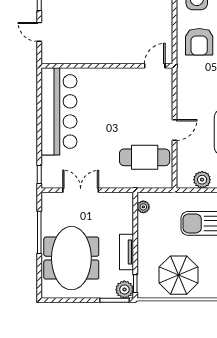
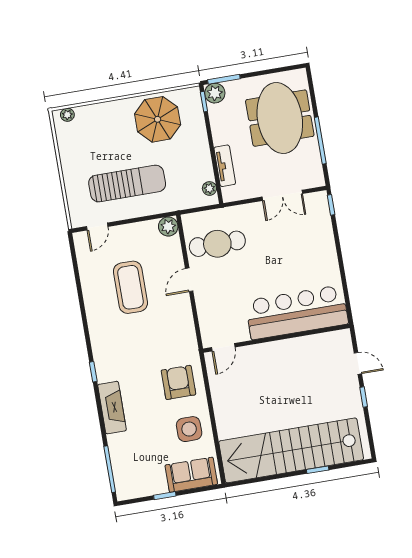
bar counter: (59, 111) -> (297, 312), moved, turned 90
plant: (202, 180) -> (168, 227), moved
tv unit: (127, 252) -> (225, 166), moved

